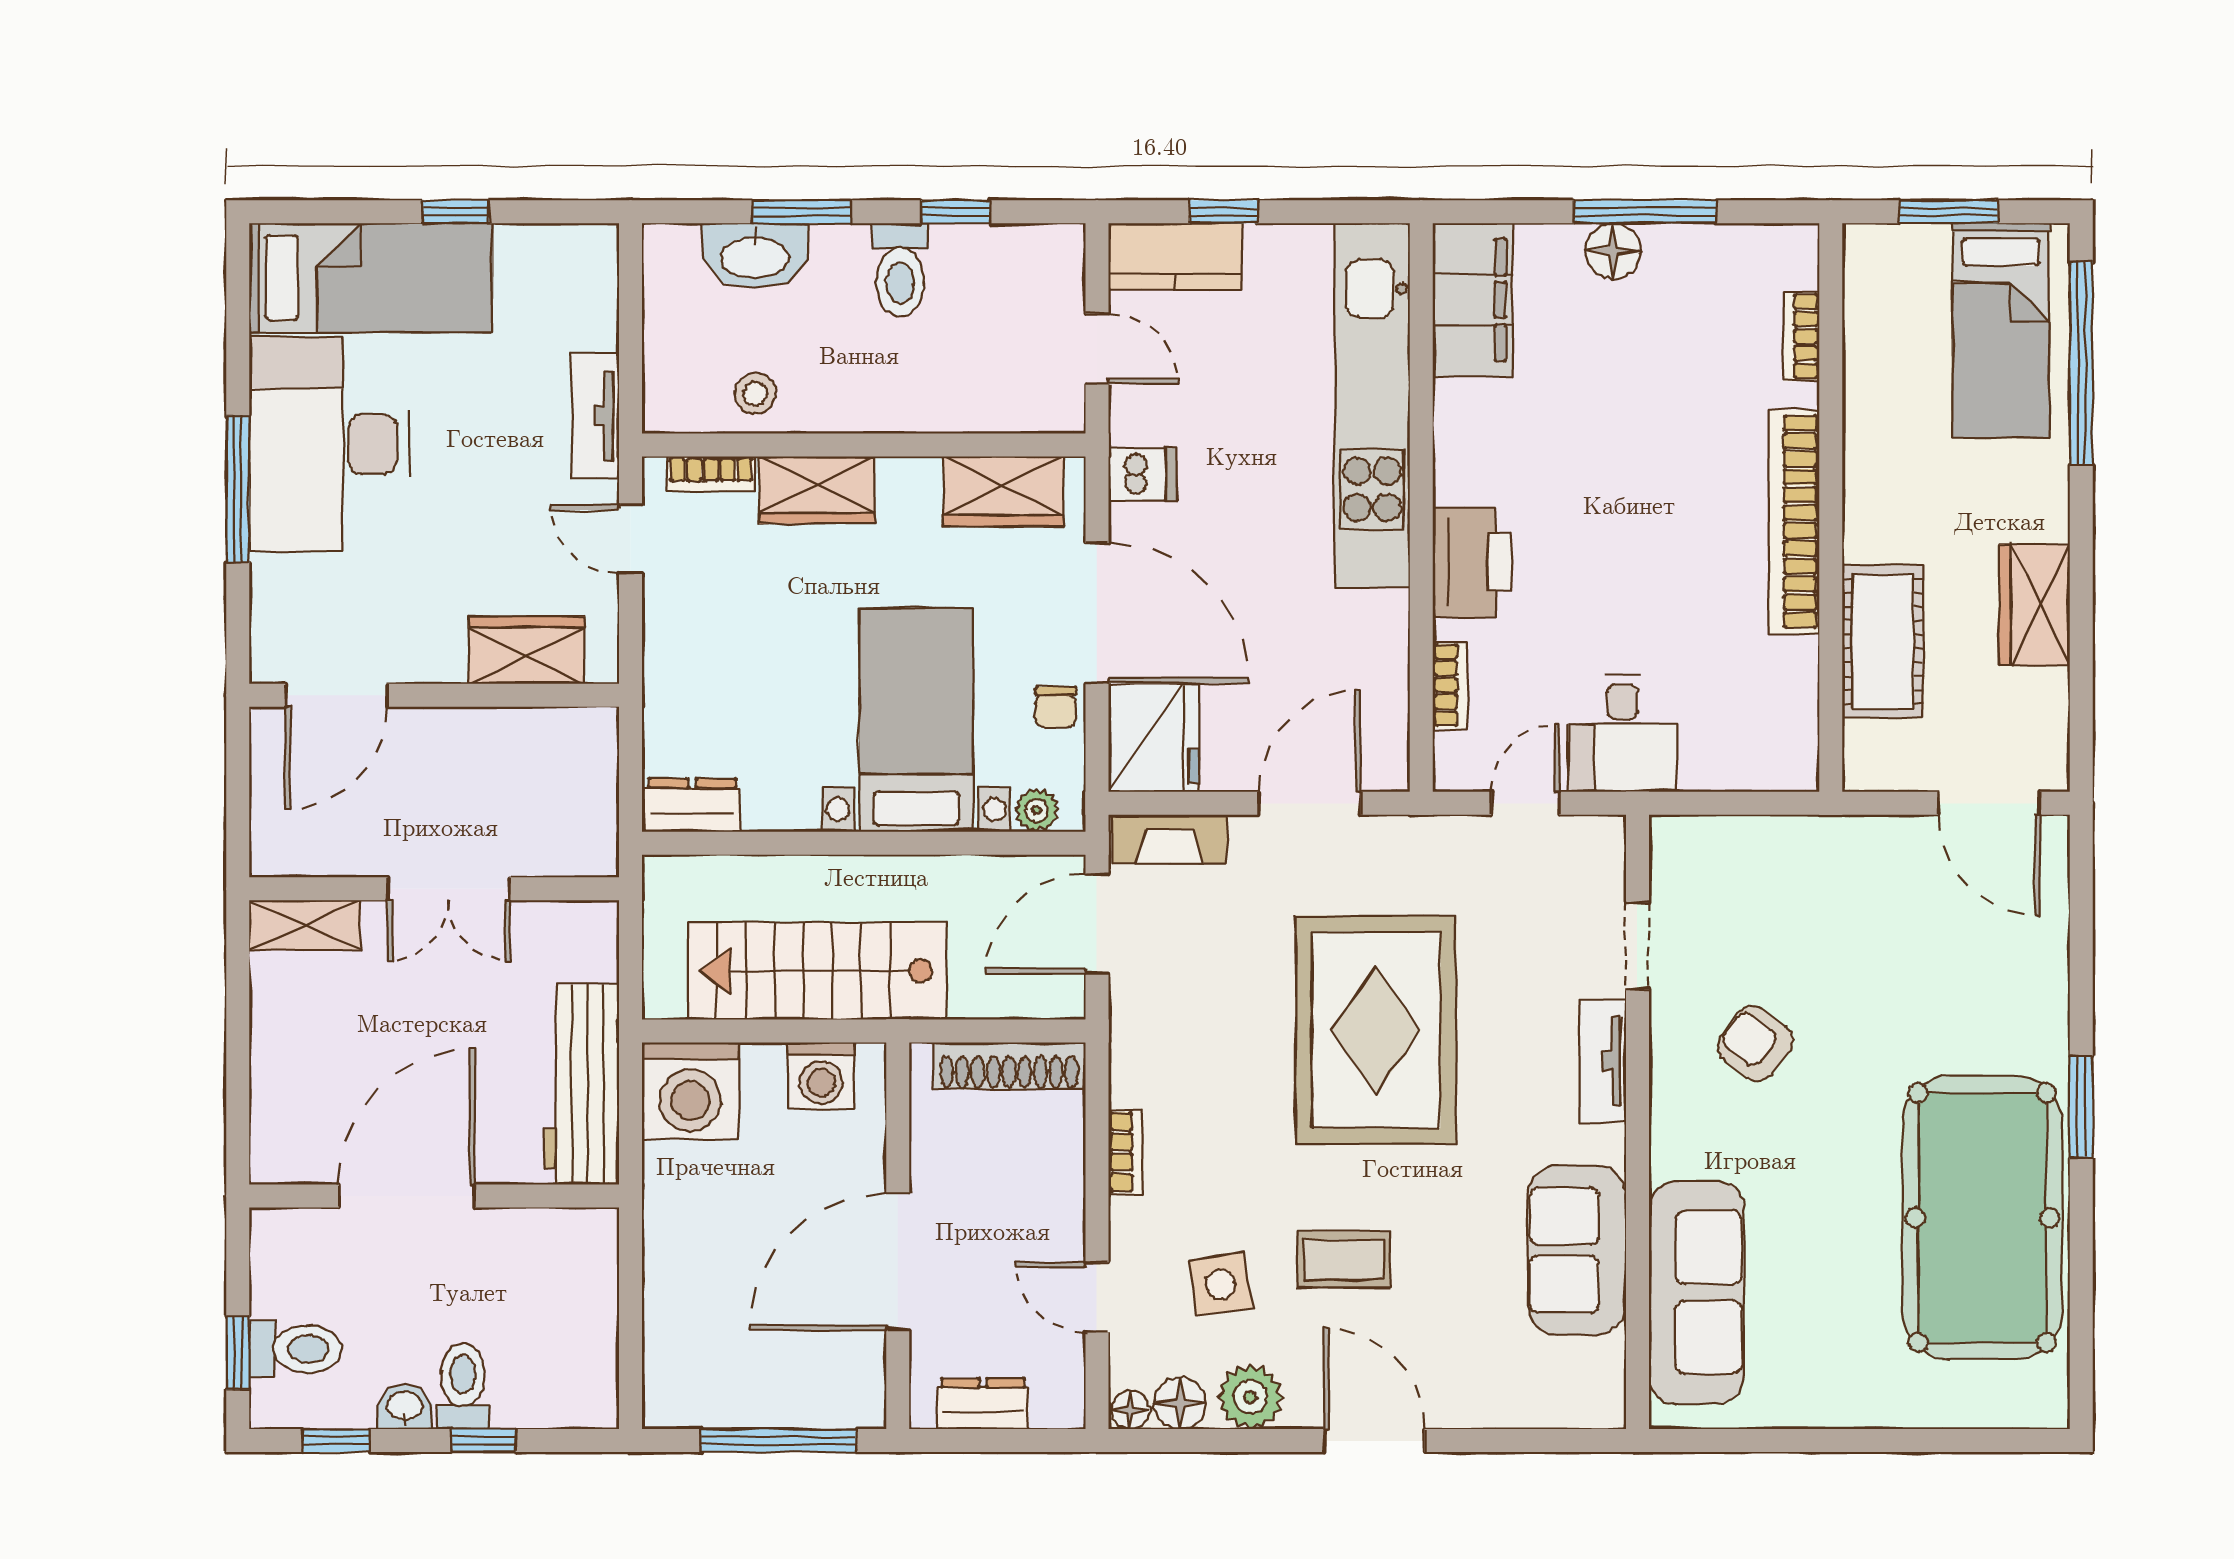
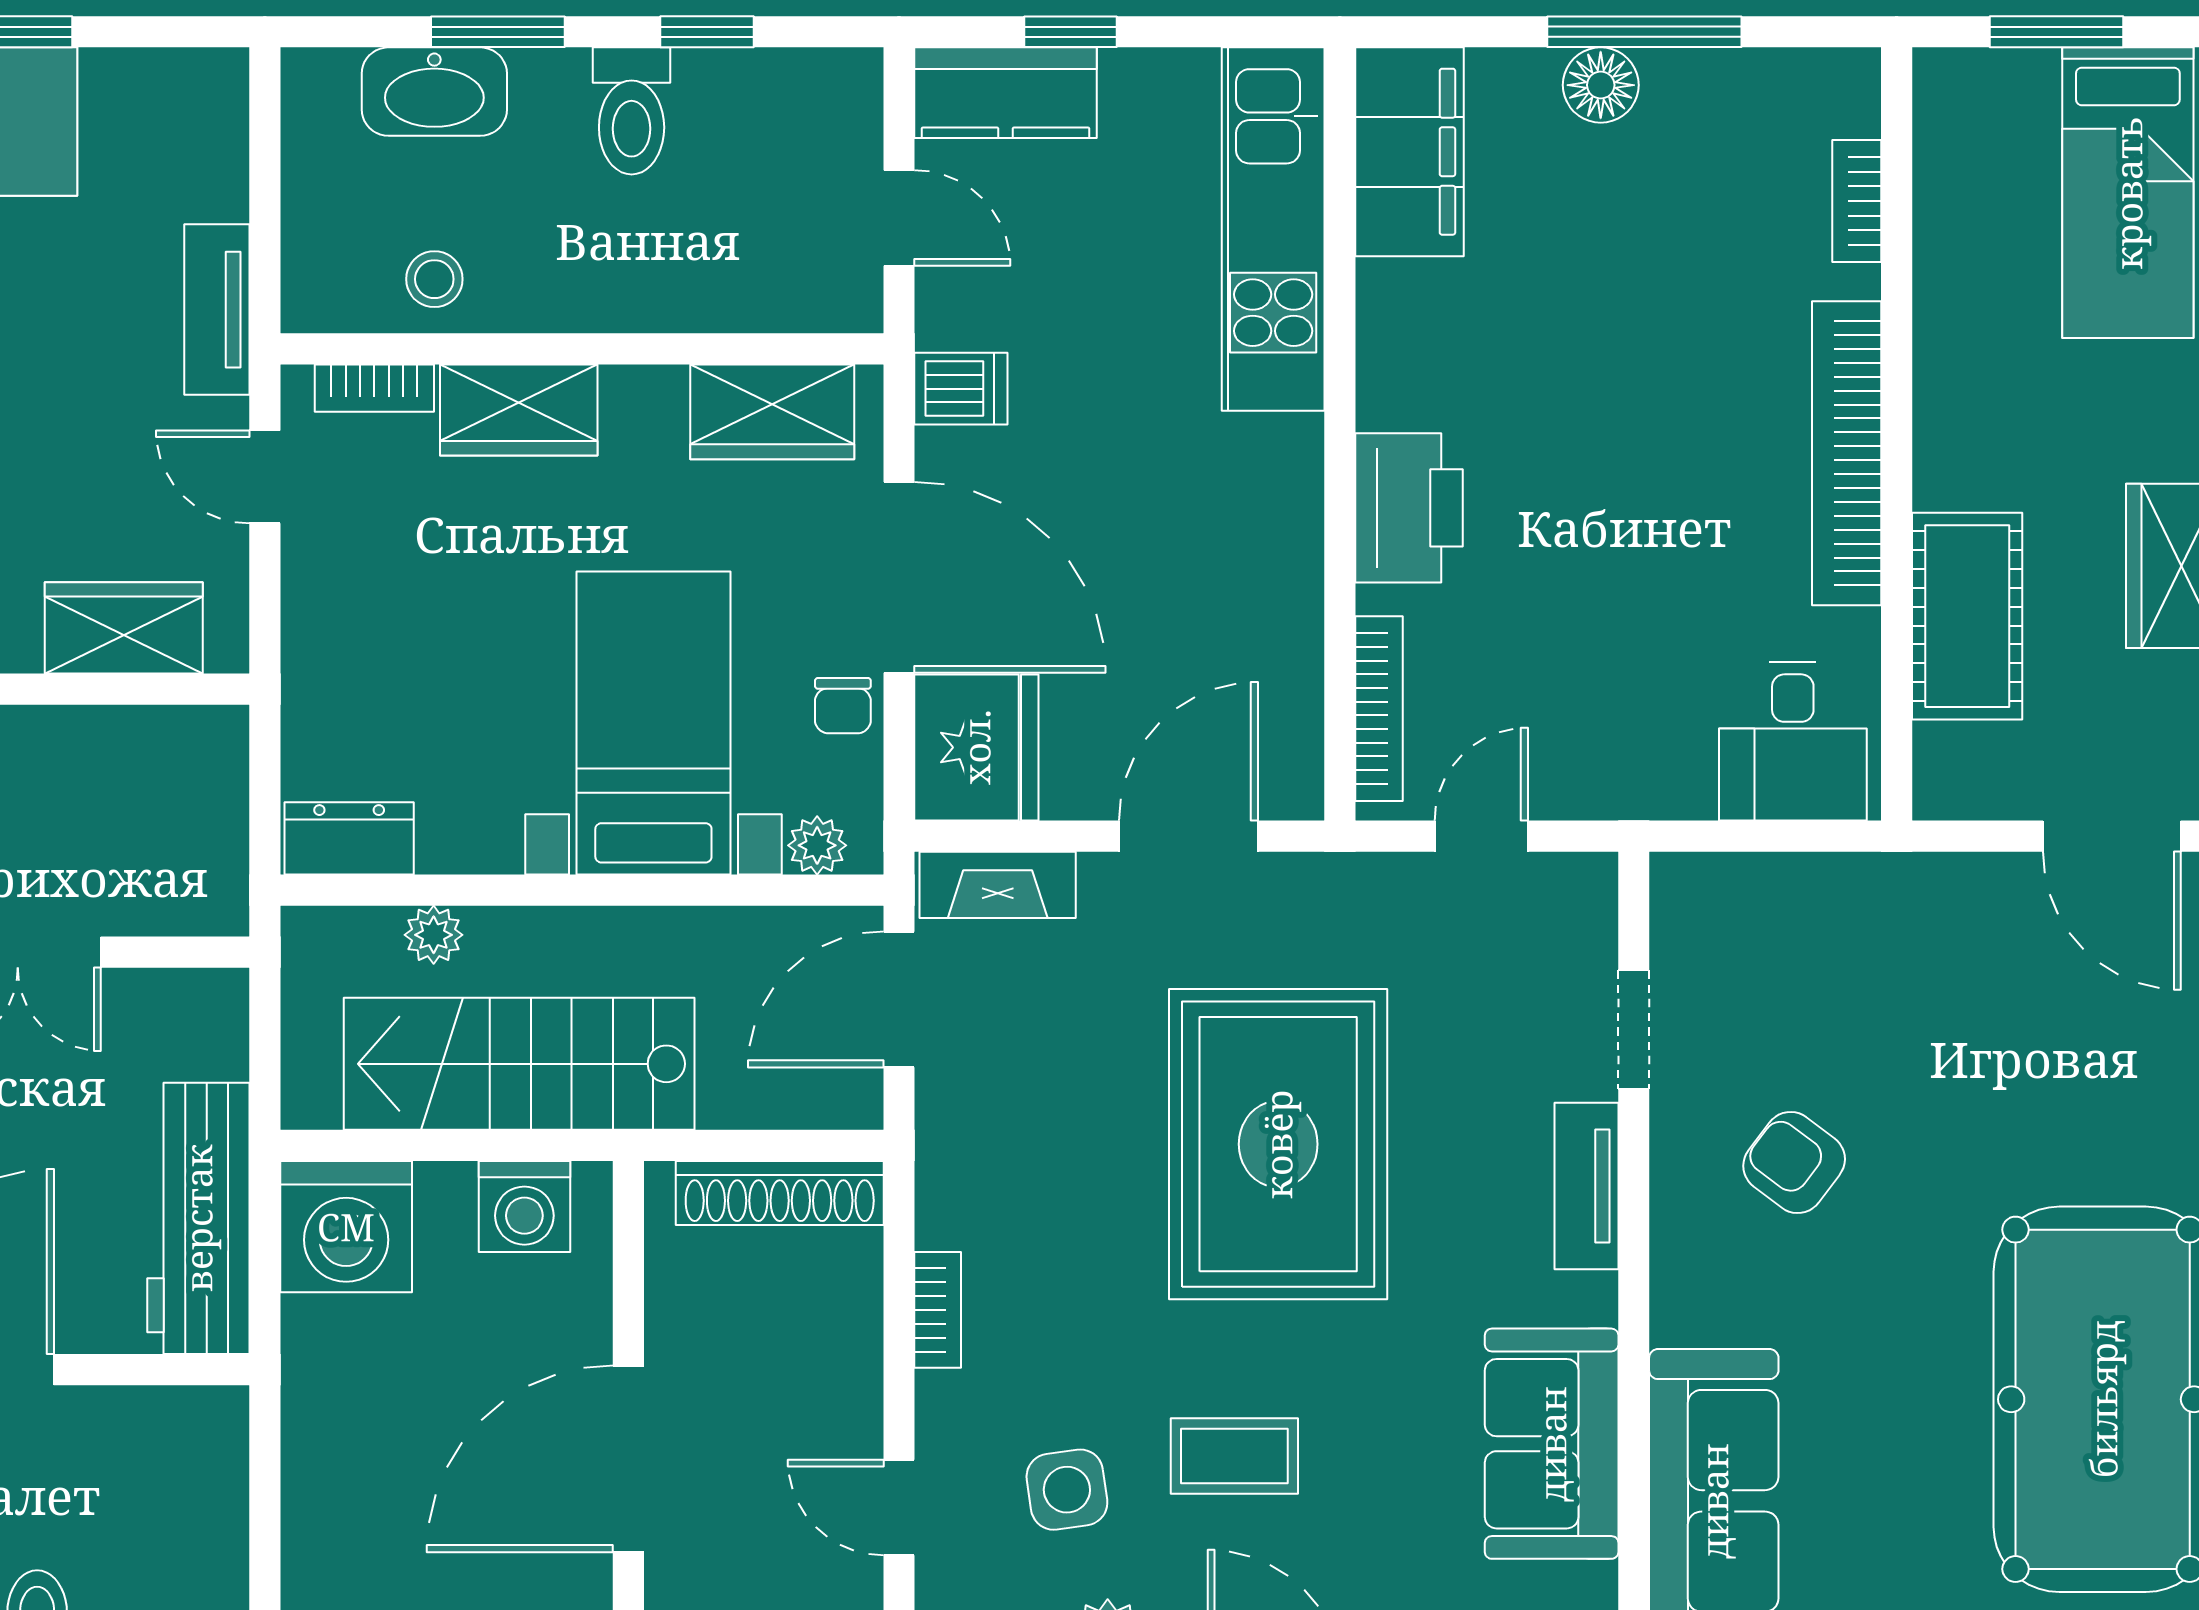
kitchen unit: (1372, 405) -> (1273, 229), width x0.73
bookcase: (1450, 685) -> (1379, 709), width x1.56
desk: (1623, 733) -> (1793, 741), moved
plant: (754, 876) -> (434, 935), added

